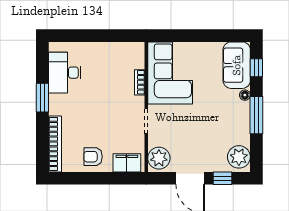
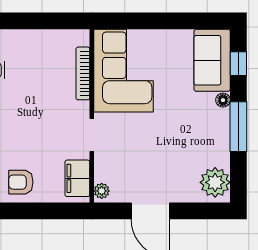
bookcase: (140, 82) -> (83, 73), width x1.56
plant: (159, 158) -> (102, 191), width x0.53, depth x0.53
filing cabinet: (127, 163) -> (77, 178), moved, turned -90
window: (223, 178) -> (193, 211), removed

